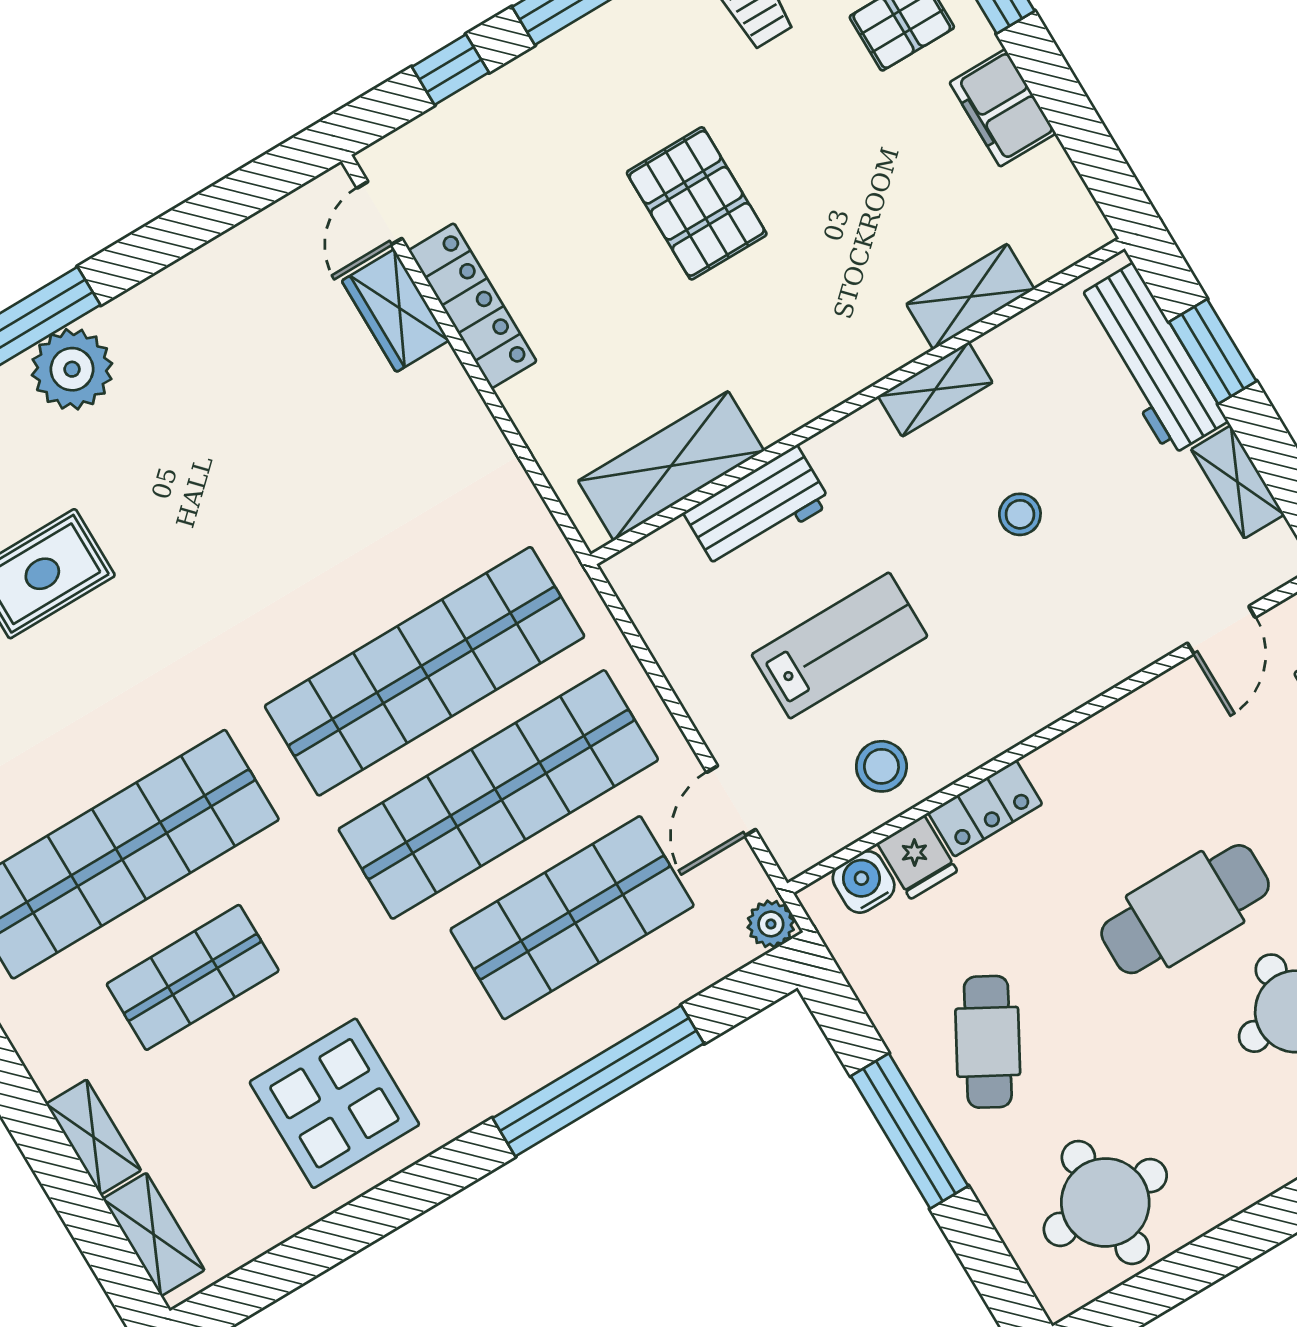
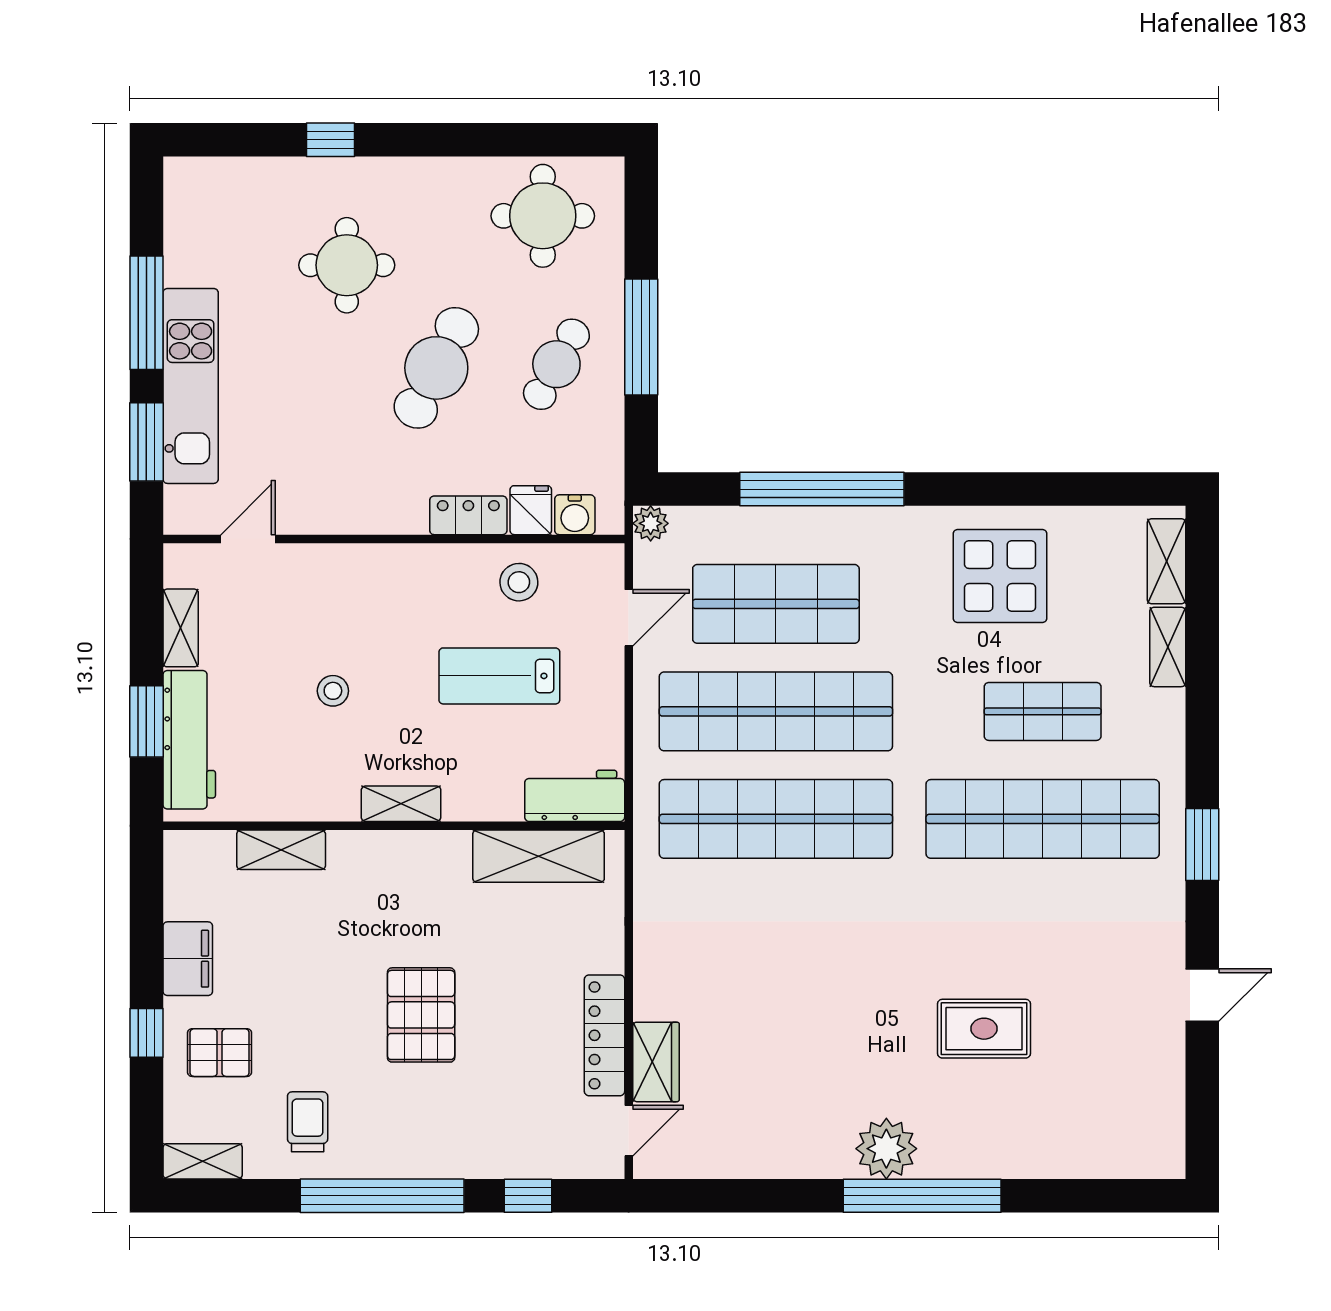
shelving: (935, 389) -> (401, 804), moved
workbench: (757, 508) -> (575, 796), moved
cafe table: (1185, 909) -> (436, 368), moved, turned -63

